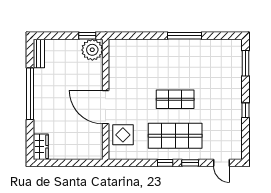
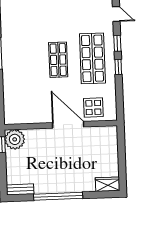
door: (106, 107) -> (68, 125), swing flipped
door: (222, 163) -> (116, 14), hinge flipped

